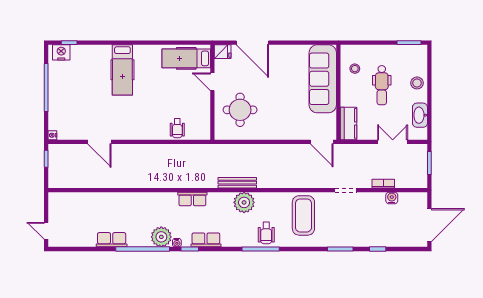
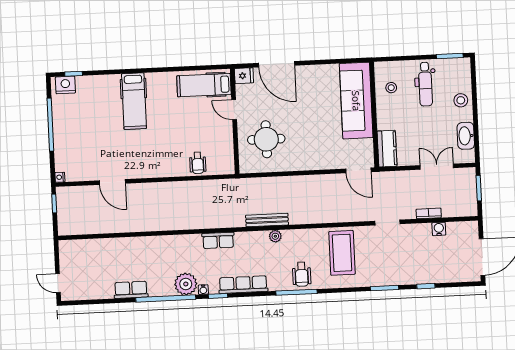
dental chair: (382, 85) -> (425, 84), moved
plant: (244, 202) -> (275, 236), width x0.53, depth x0.53
row of seats: (206, 240) -> (243, 285), width x1.48

